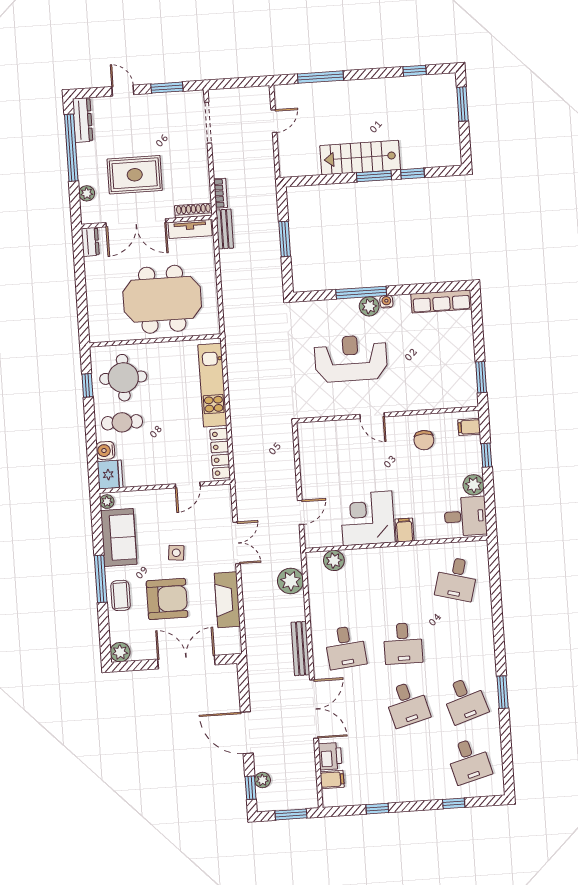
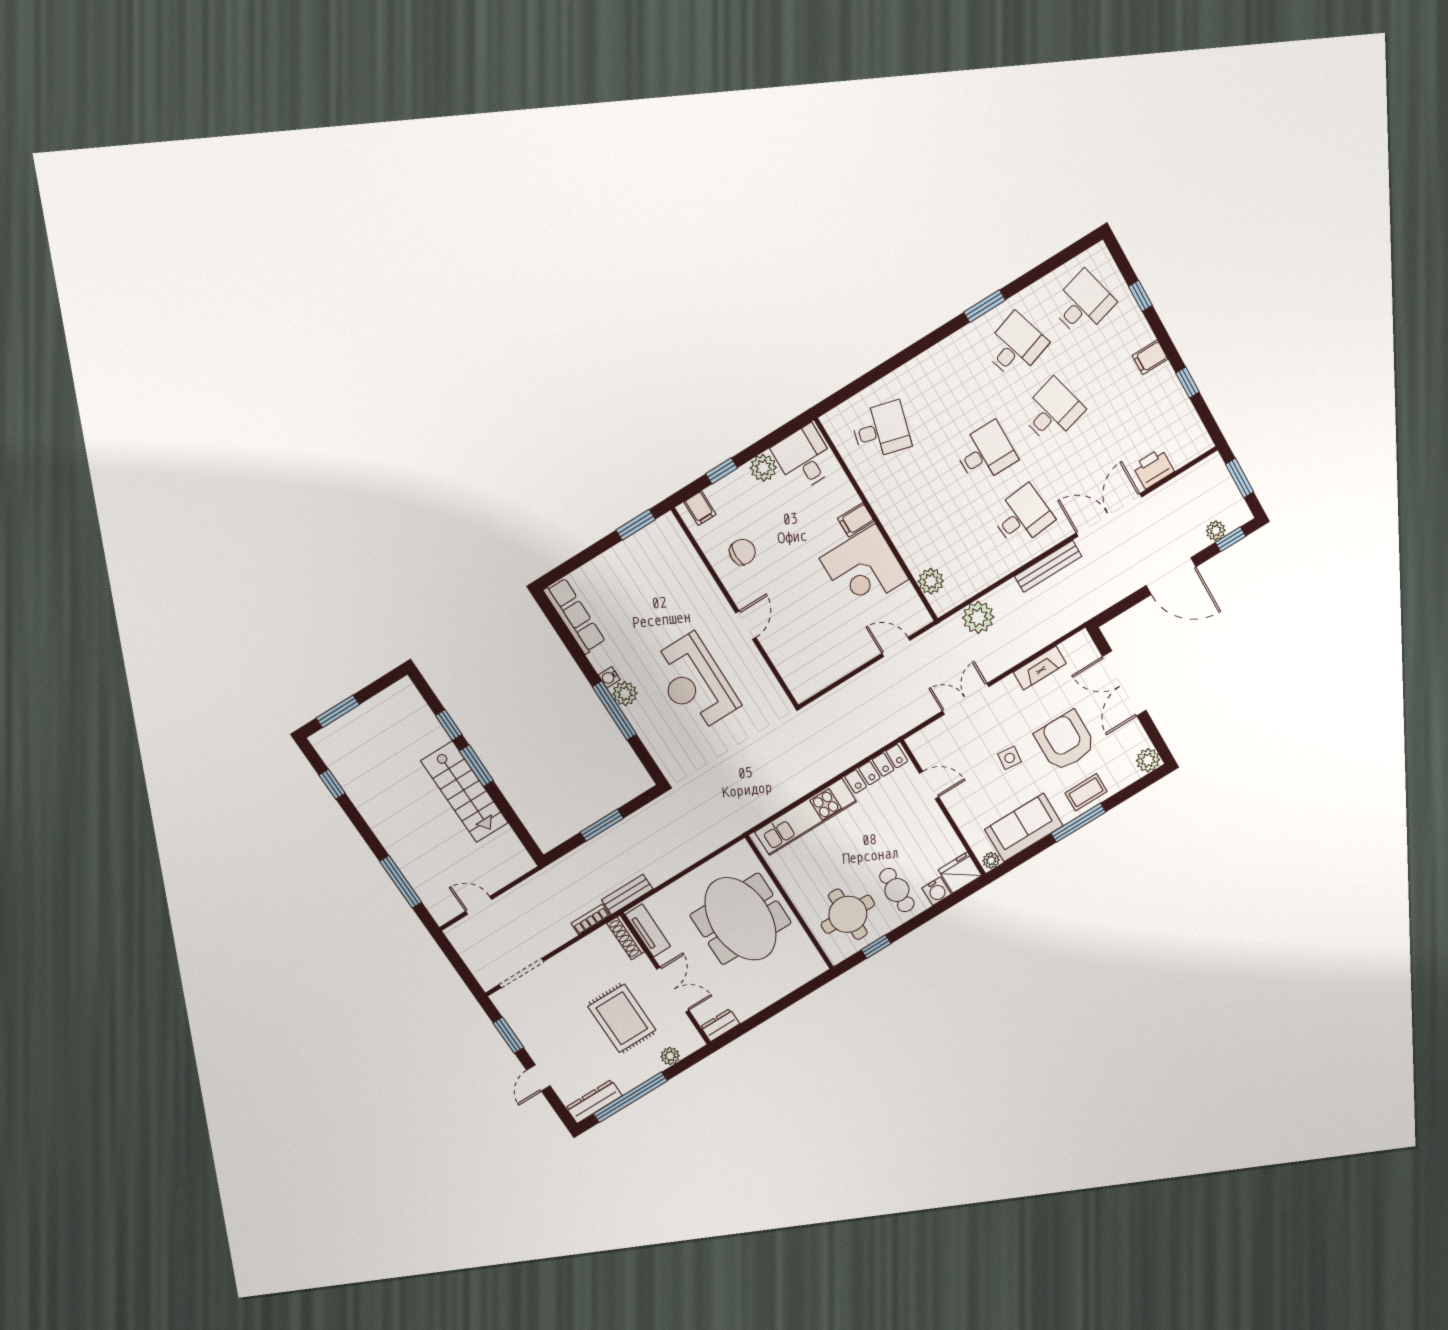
double door: (136, 223) -> (673, 990), width x0.73
fireplace: (227, 600) -> (1040, 668), width x0.73, depth x0.76
door: (247, 733) -> (1171, 576), hinge flipped
filing cabinet: (332, 780) -> (1150, 357), moved, turned -90

